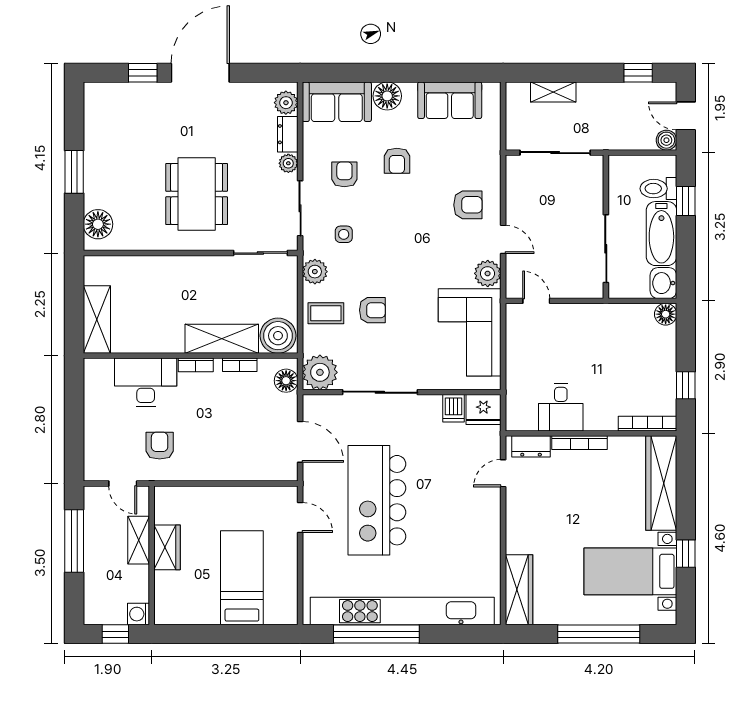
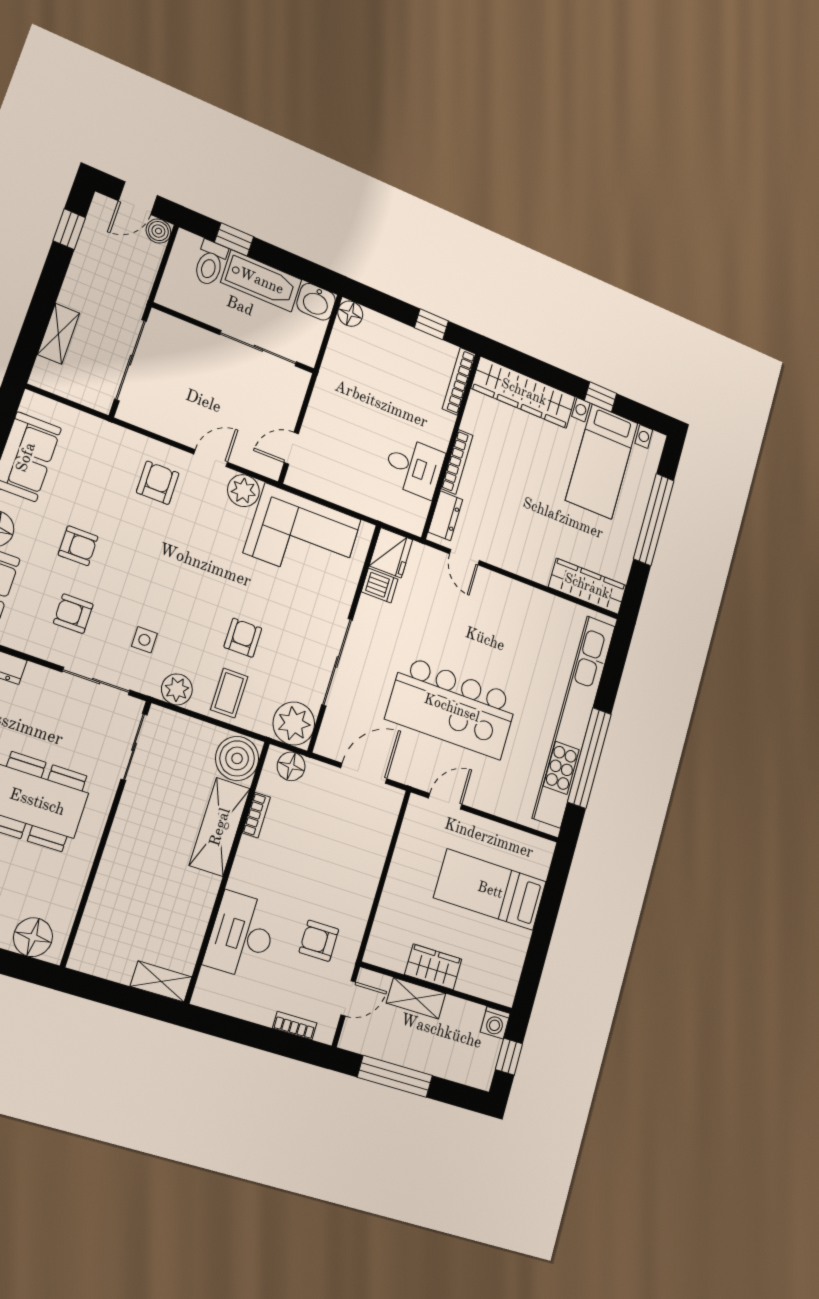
plant: (288, 163) -> (37, 676), removed
shelving: (97, 320) -> (161, 982), width x0.67, depth x0.75
bookcase: (196, 365) -> (295, 1026), moved, turned -90

